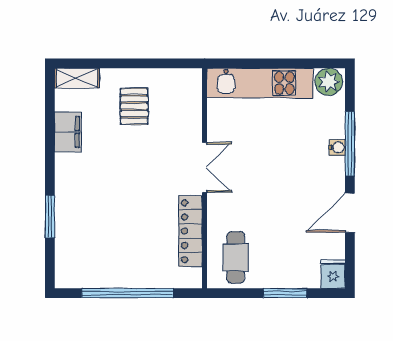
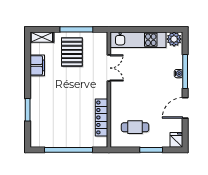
window: (143, 63) -> (76, 29), added
pallet: (134, 106) -> (72, 52), width x1.50, depth x1.42
double door: (205, 167) -> (109, 68), moved
cafe table: (236, 257) -> (135, 127), moved, turned 90

